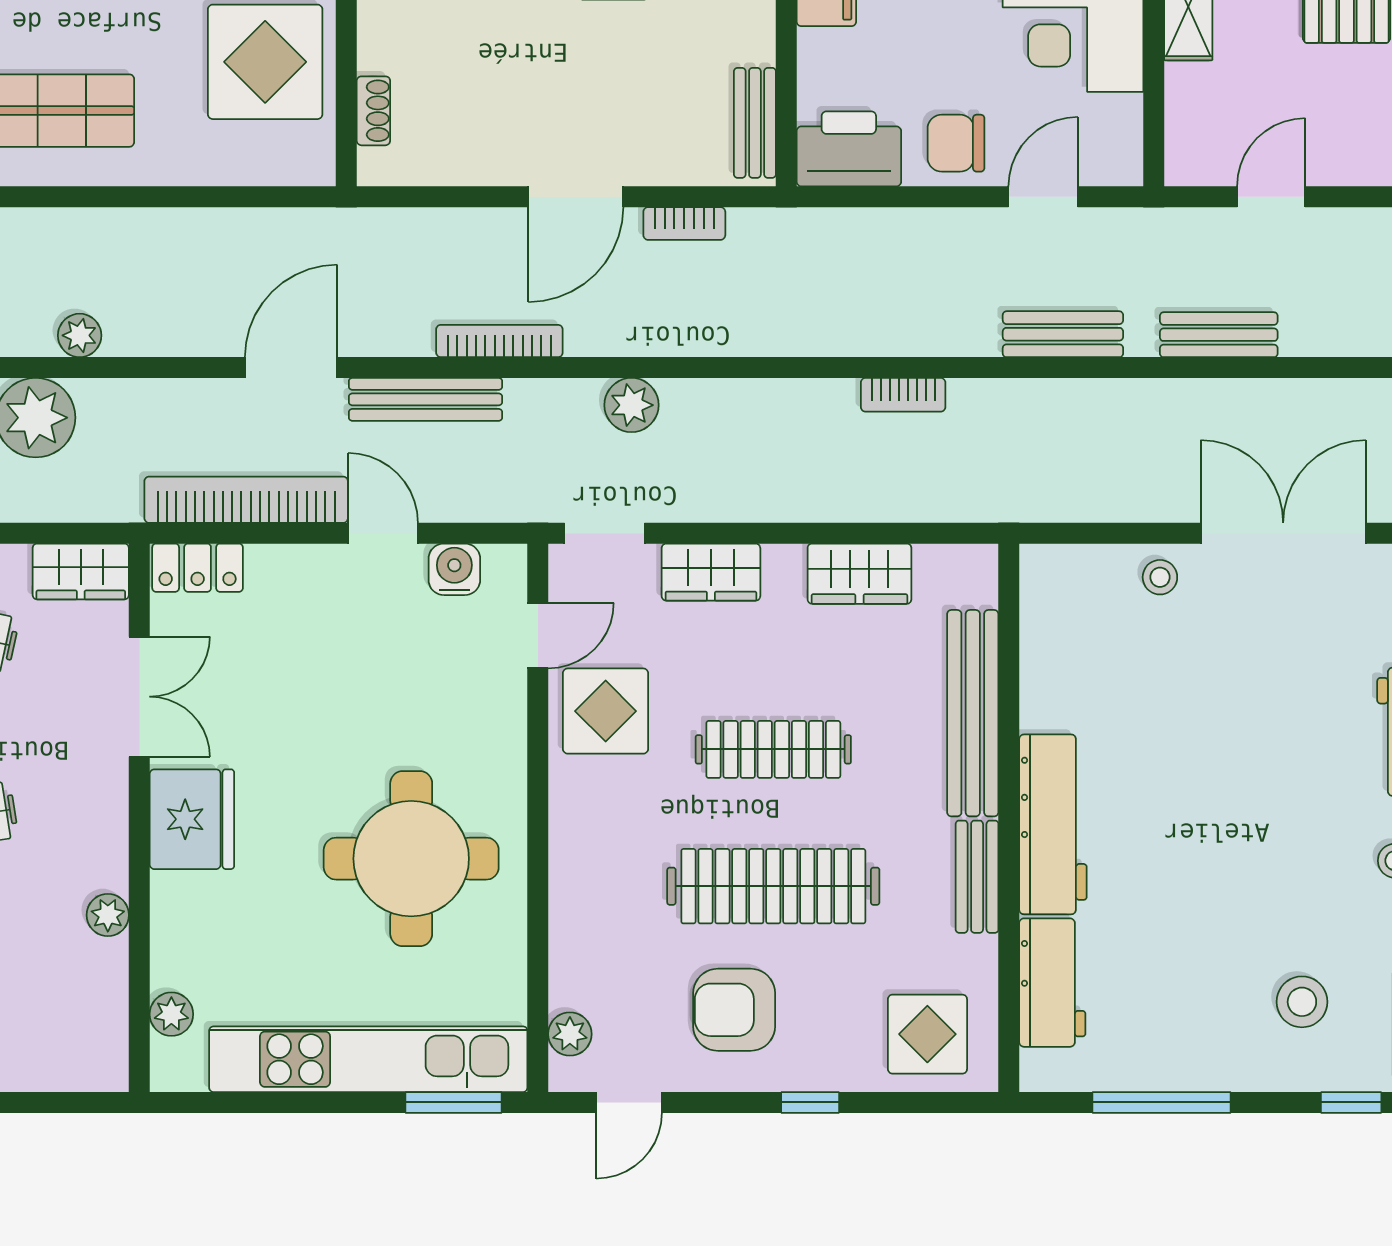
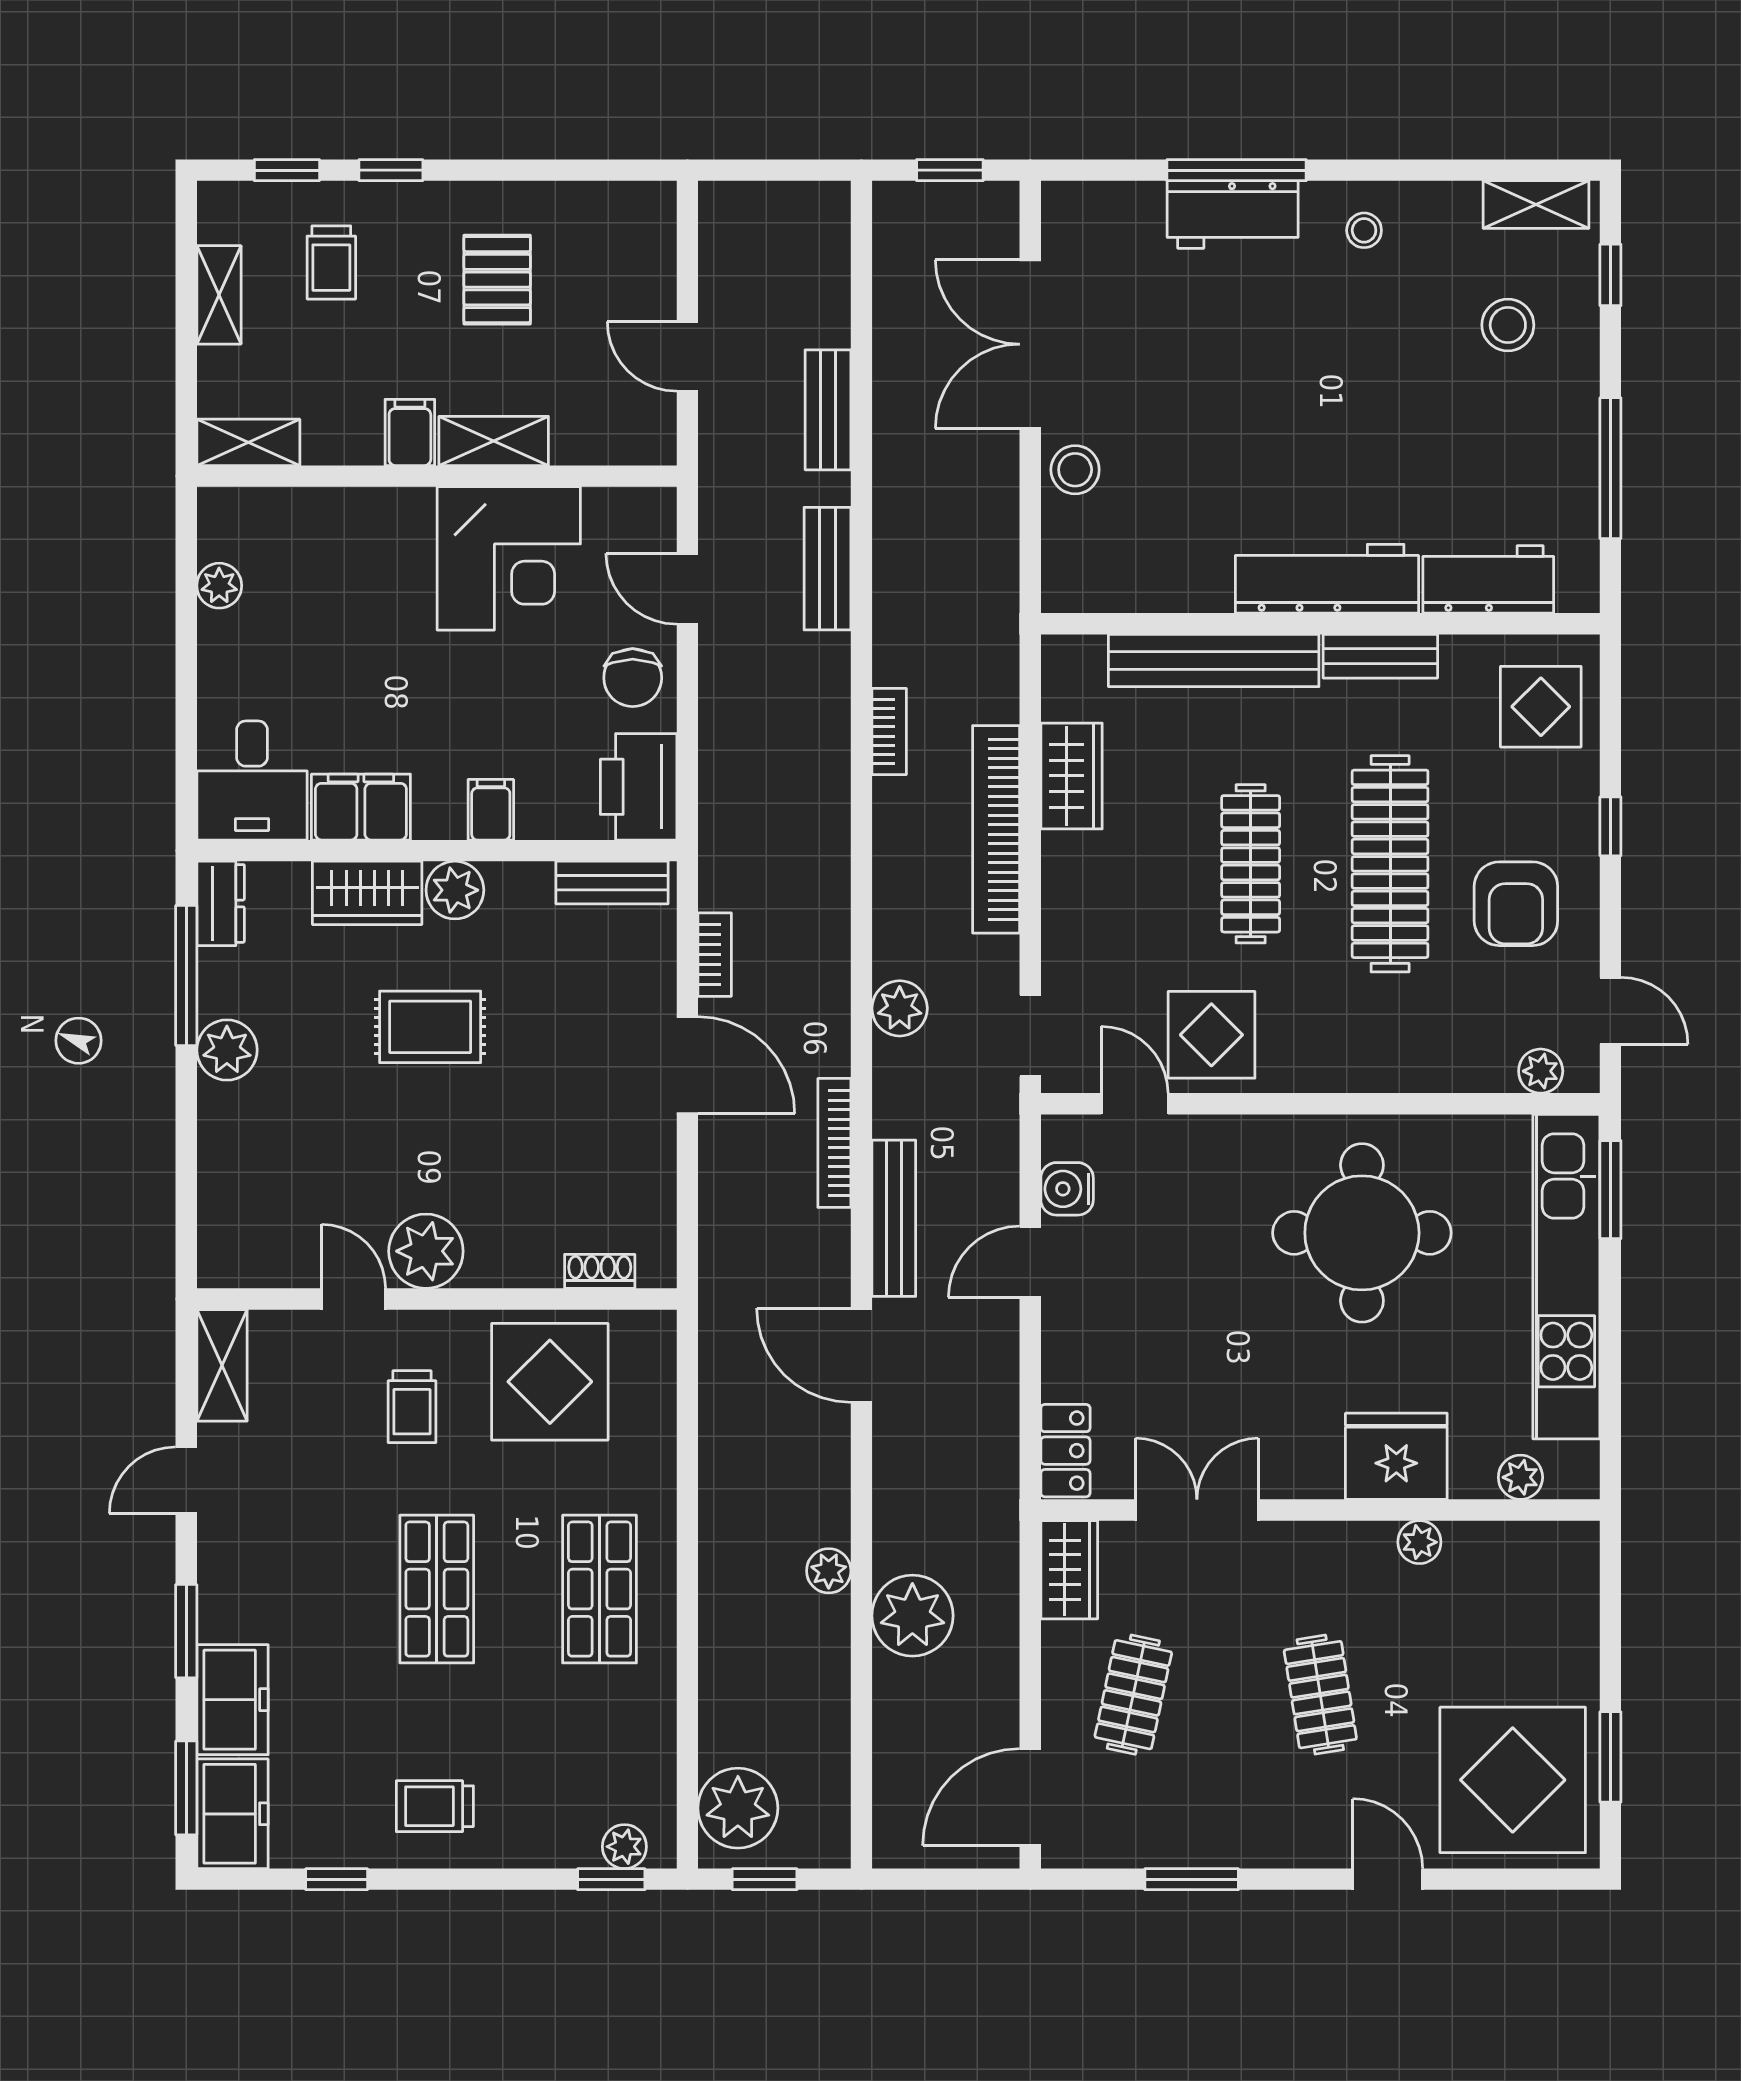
bookcase: (246, 500) -> (996, 829), moved
wardrobe: (711, 572) -> (1070, 927), removed
stool: (1160, 577) -> (1075, 470), width x1.37, depth x1.37
fridge: (192, 819) -> (1396, 1456), moved

